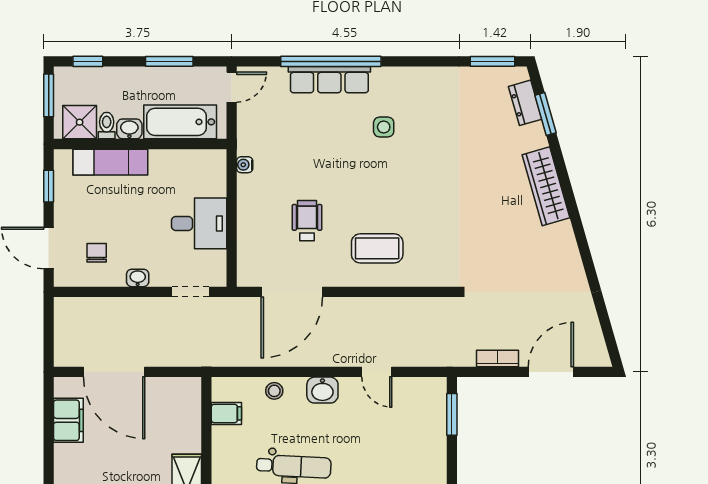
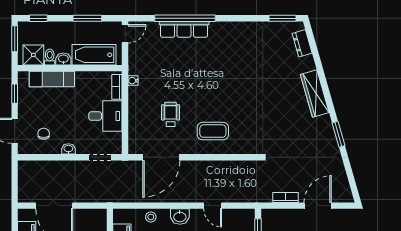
window: (546, 114) -> (338, 134), moved
side table: (384, 127) -> (217, 58), removed
bookcase: (218, 175) -> (117, 87), added

